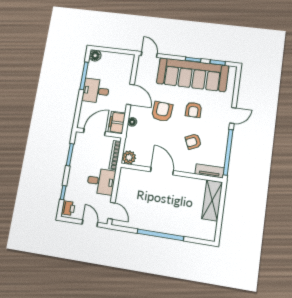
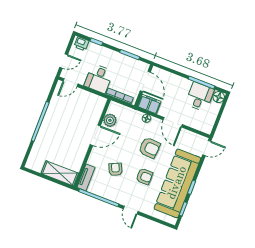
desk: (96, 91) -> (200, 97), moved
door: (130, 95) -> (173, 122), hinge flipped
armchair: (193, 110) -> (144, 176), turned 180
plant: (129, 157) -> (110, 120), moved

